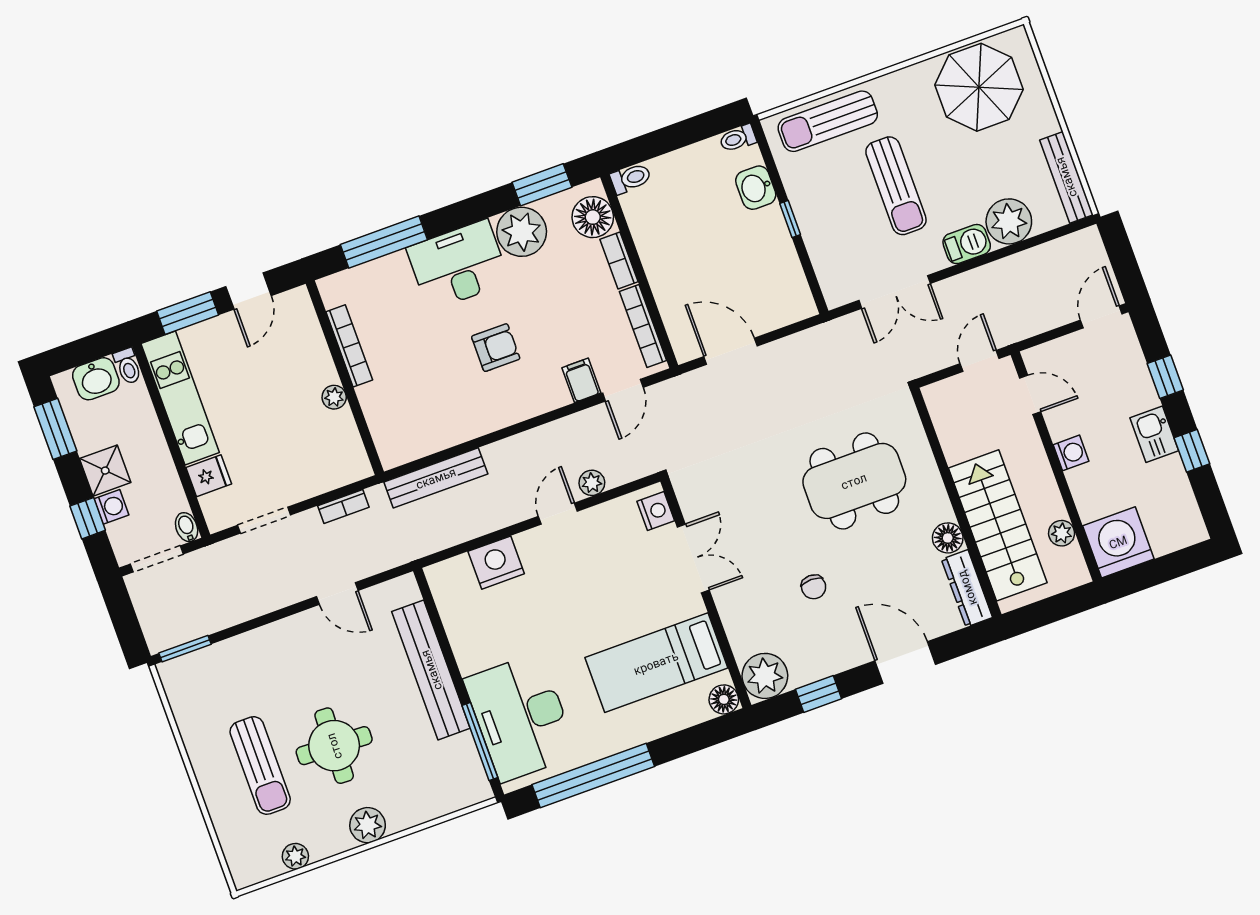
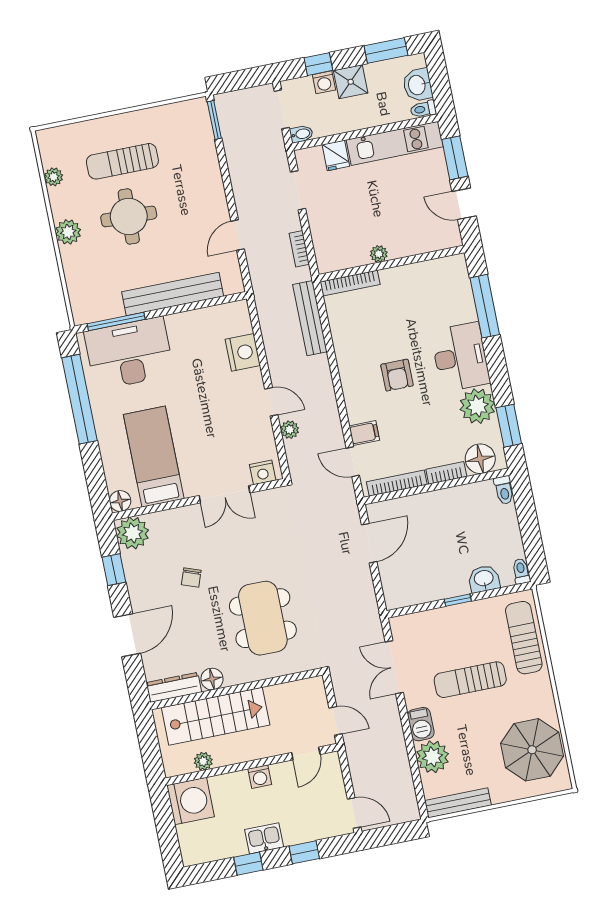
bookcase: (349, 346) -> (350, 283), moved
chair: (814, 587) -> (191, 577), turned -70

